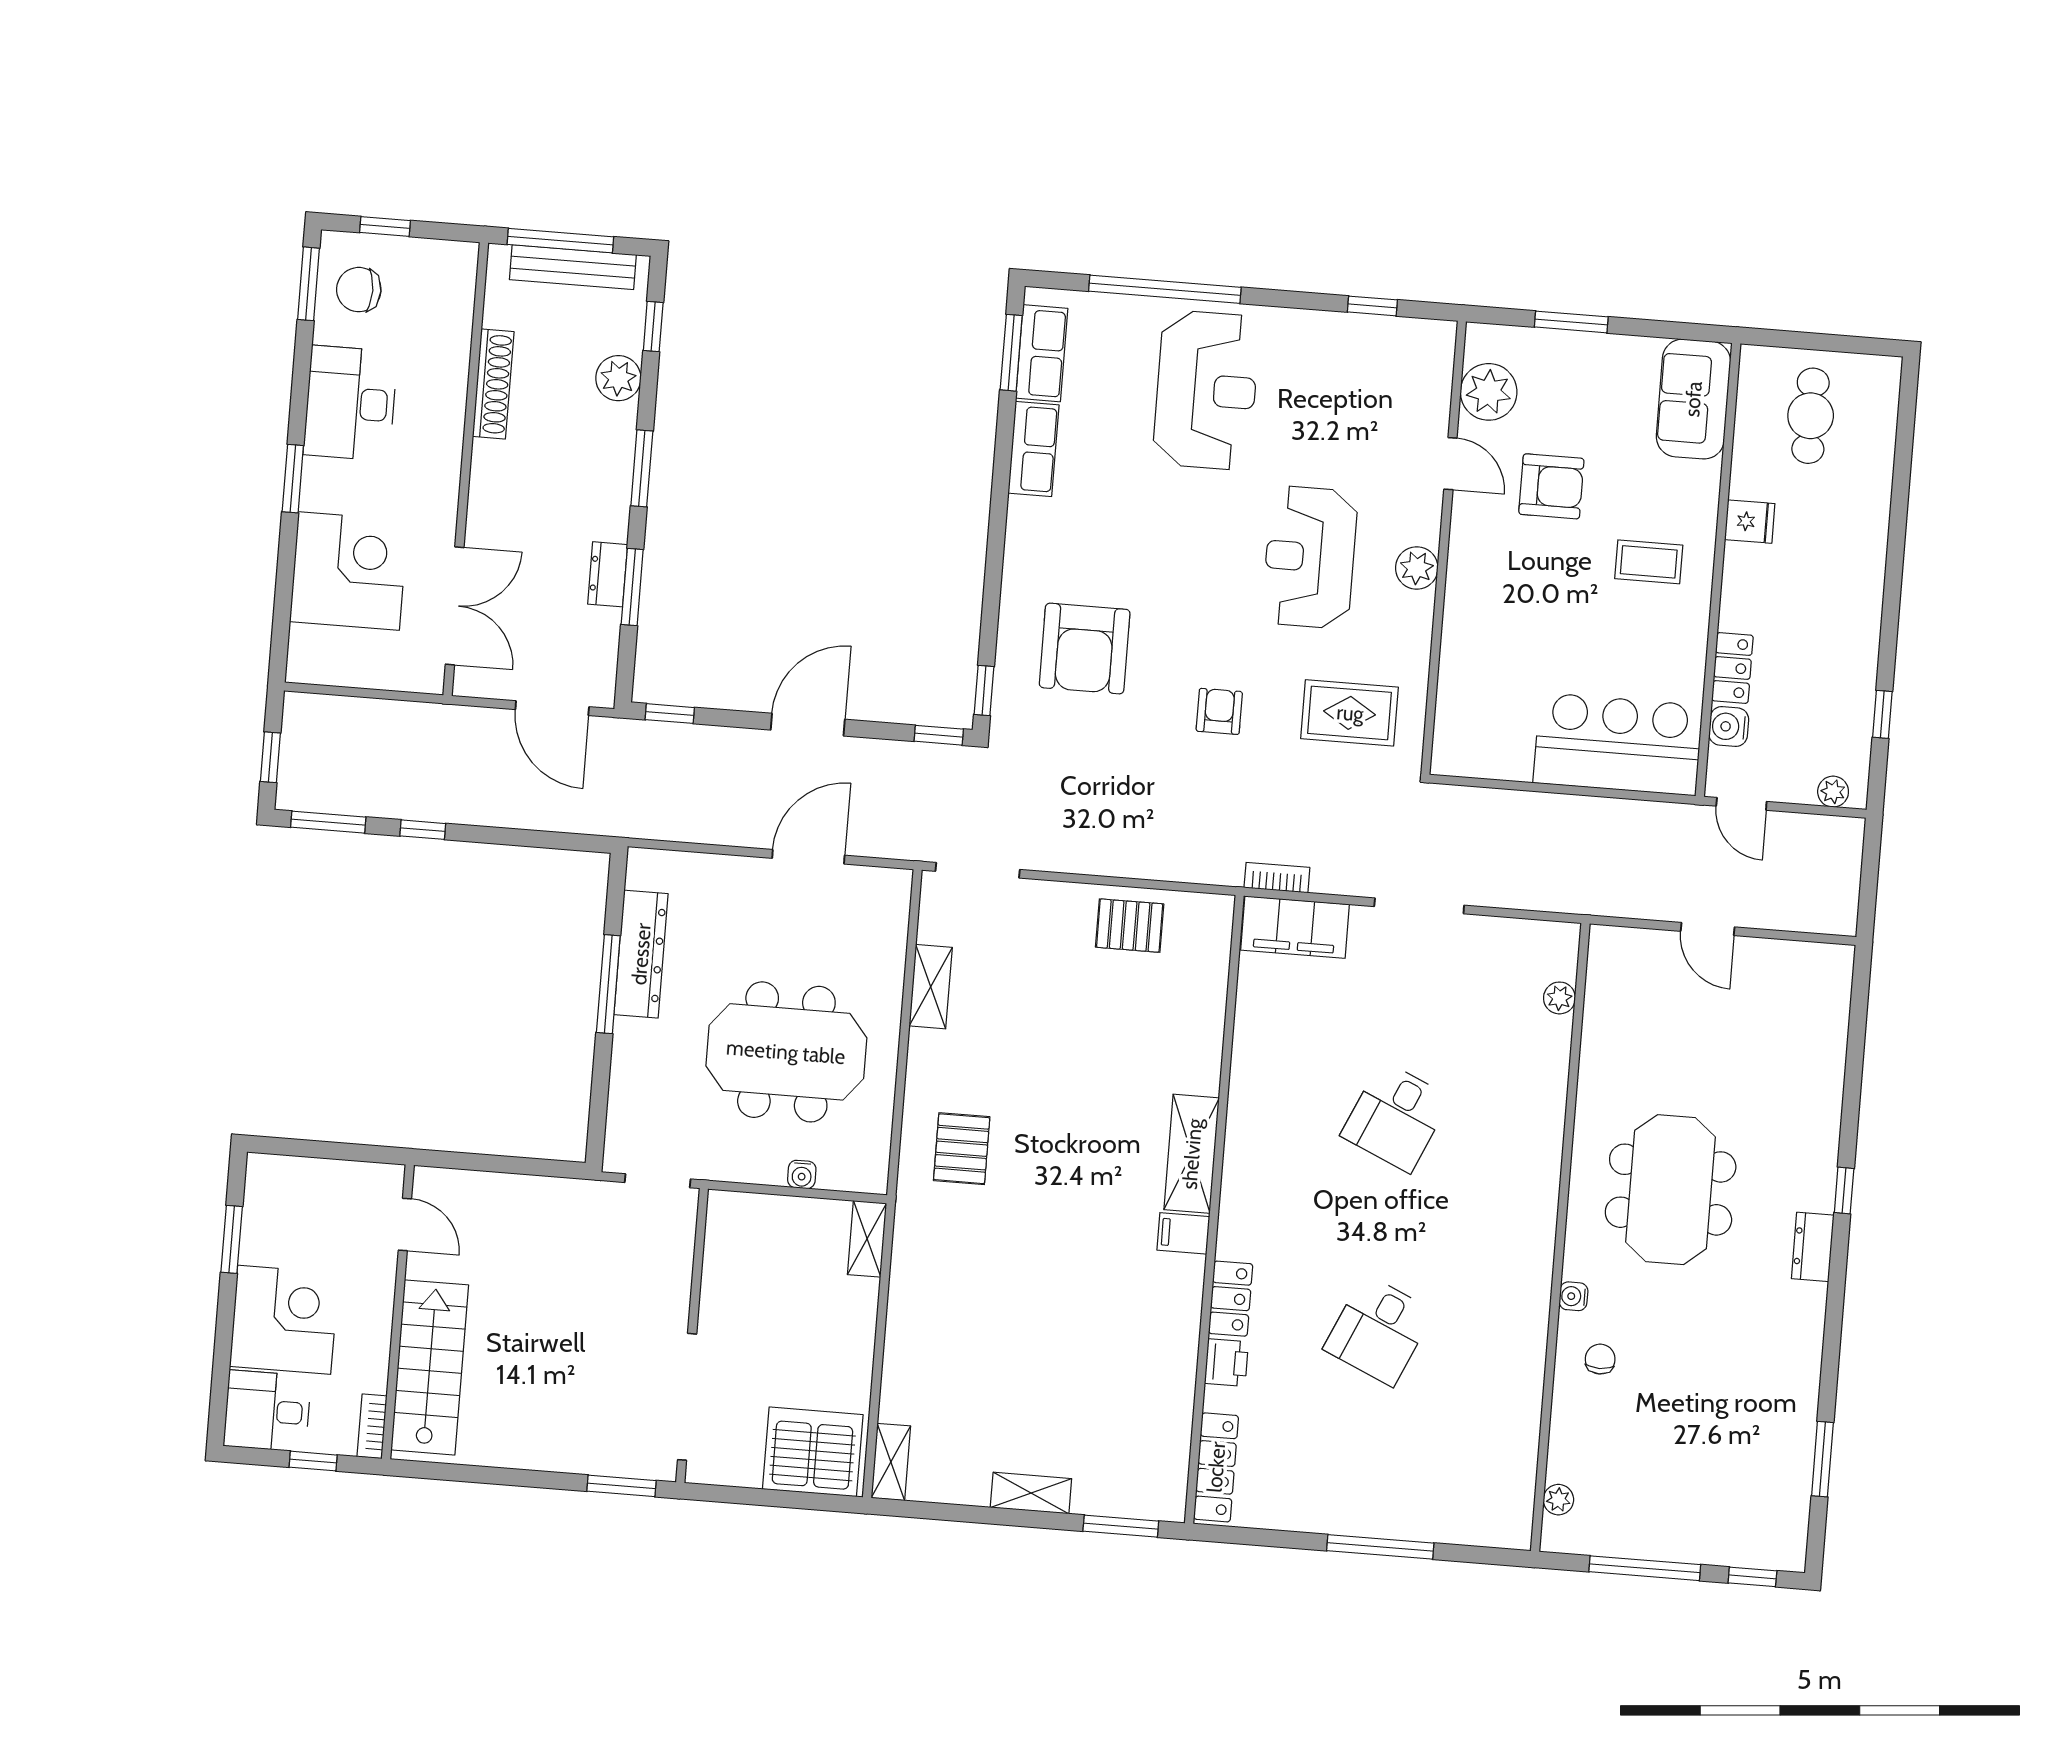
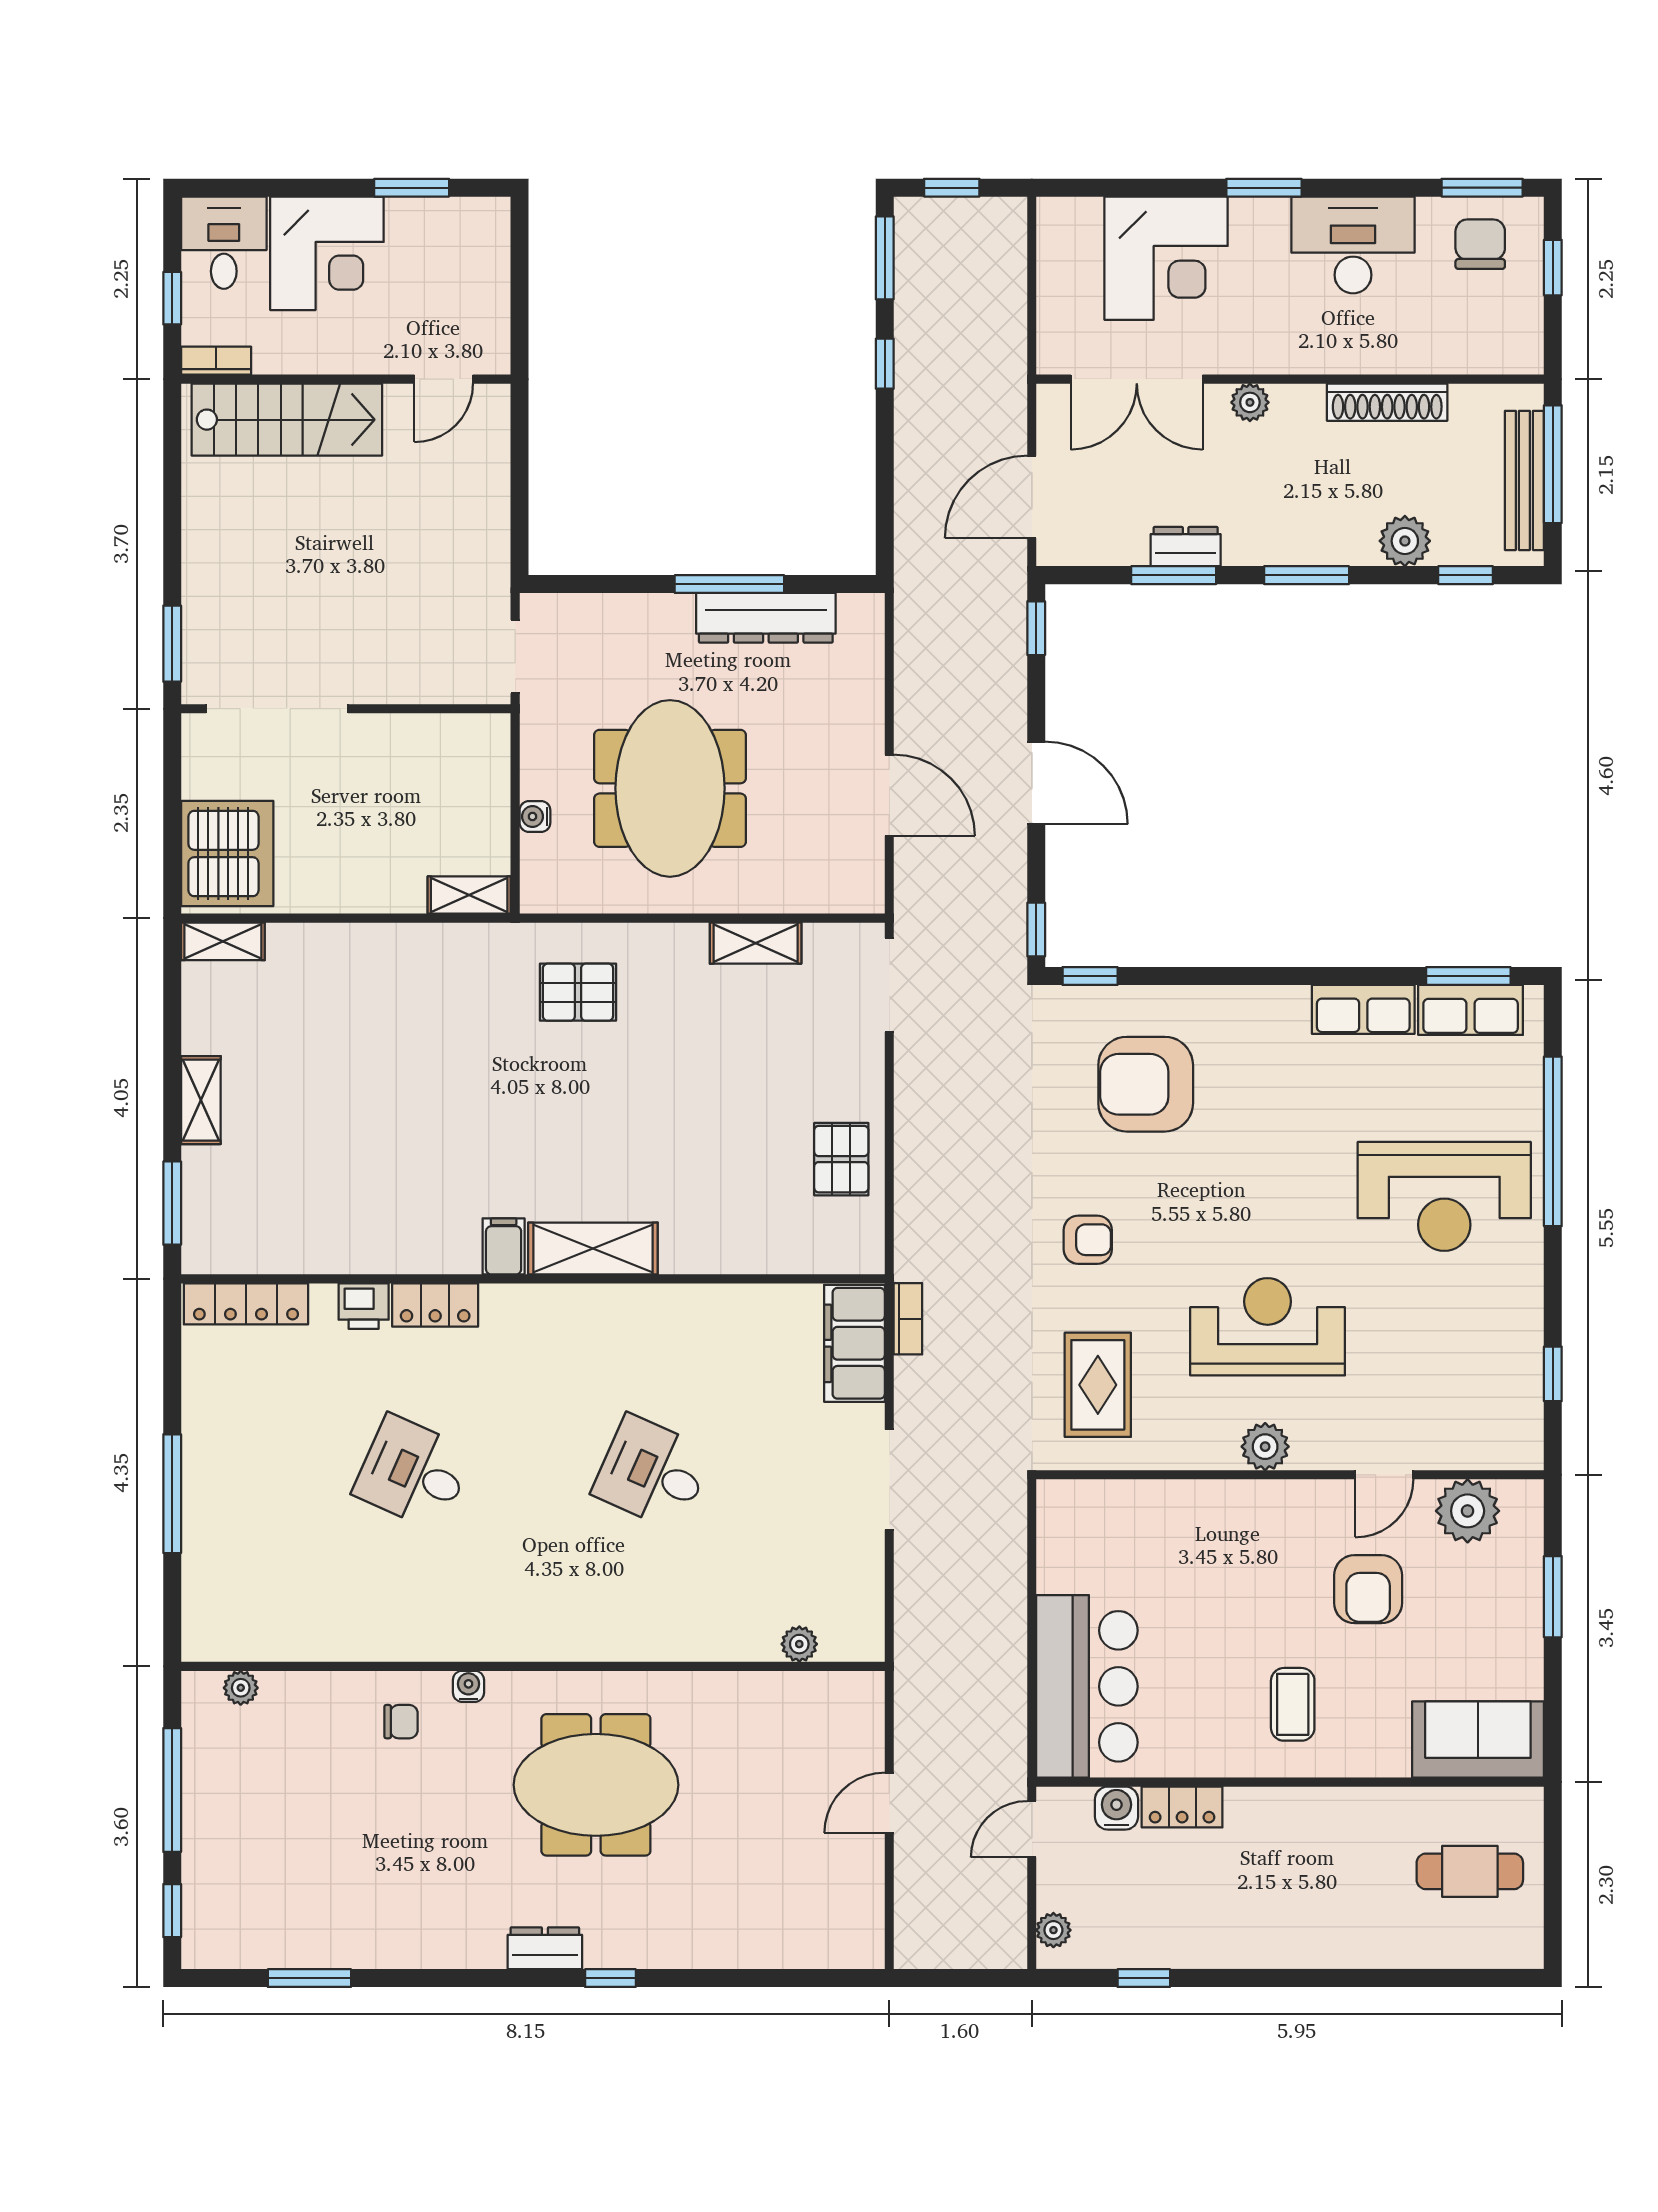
plant: (484, 507) -> (1250, 402), added
fridge: (1750, 522) -> (1347, 1813), removed

